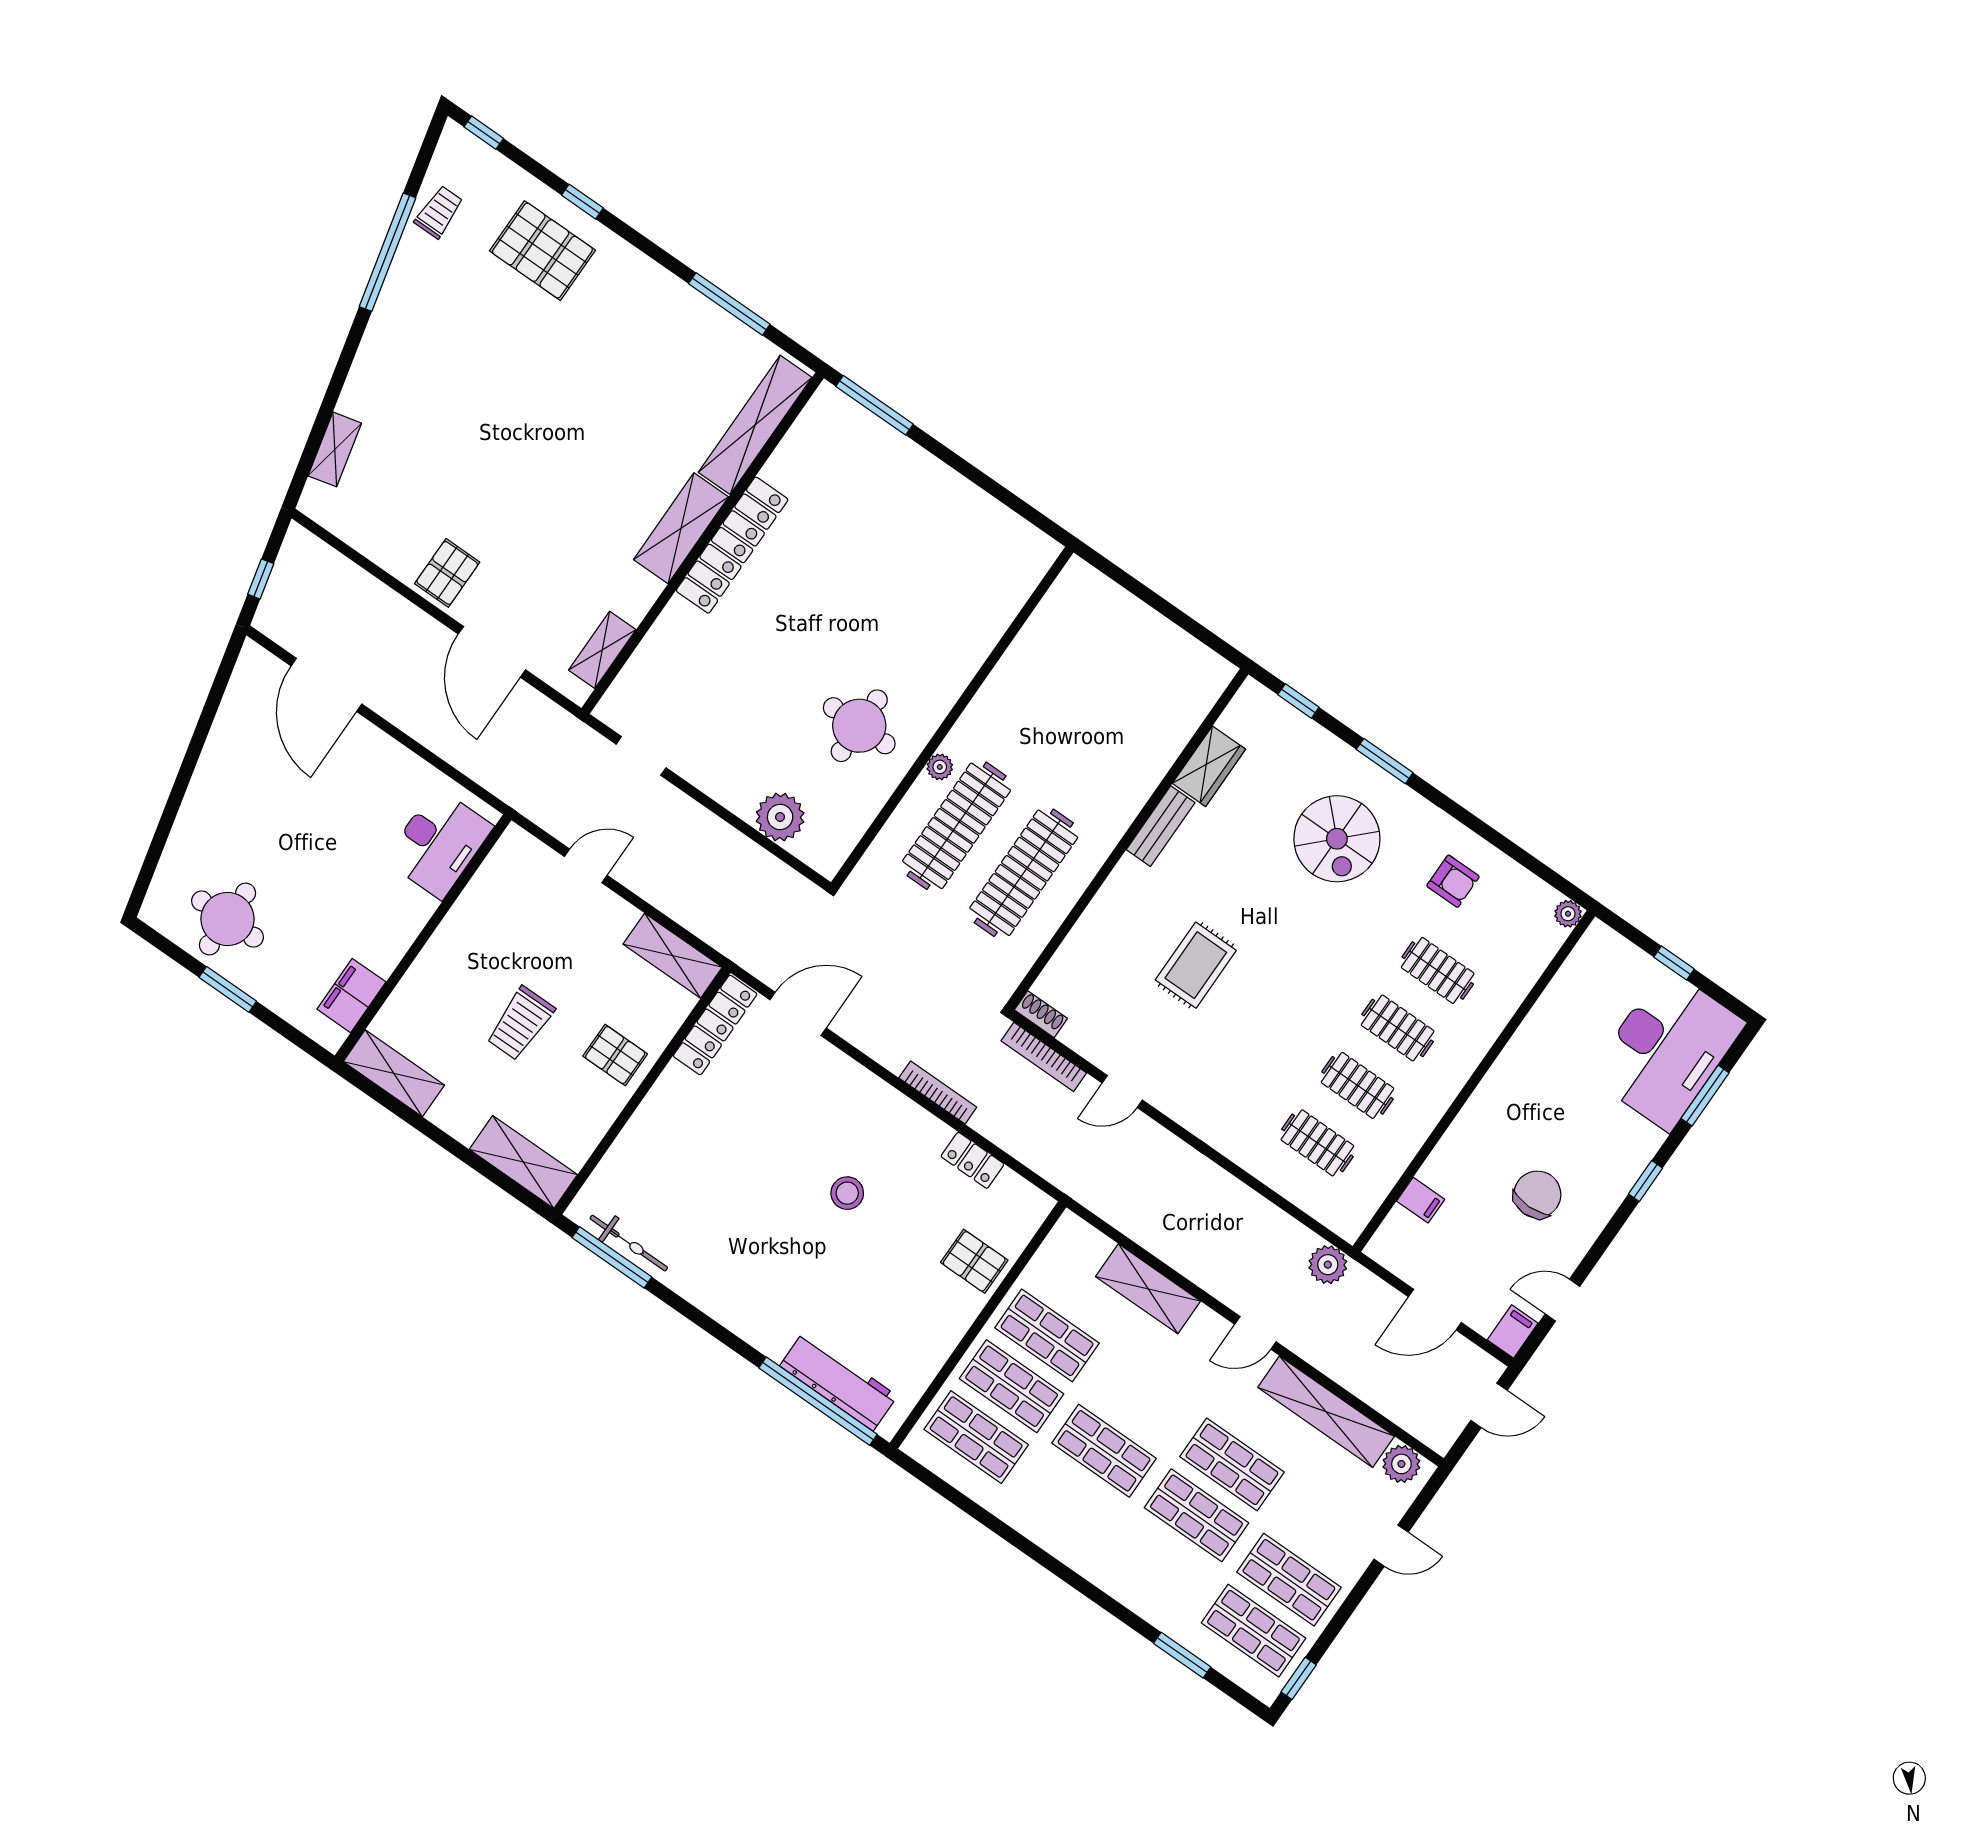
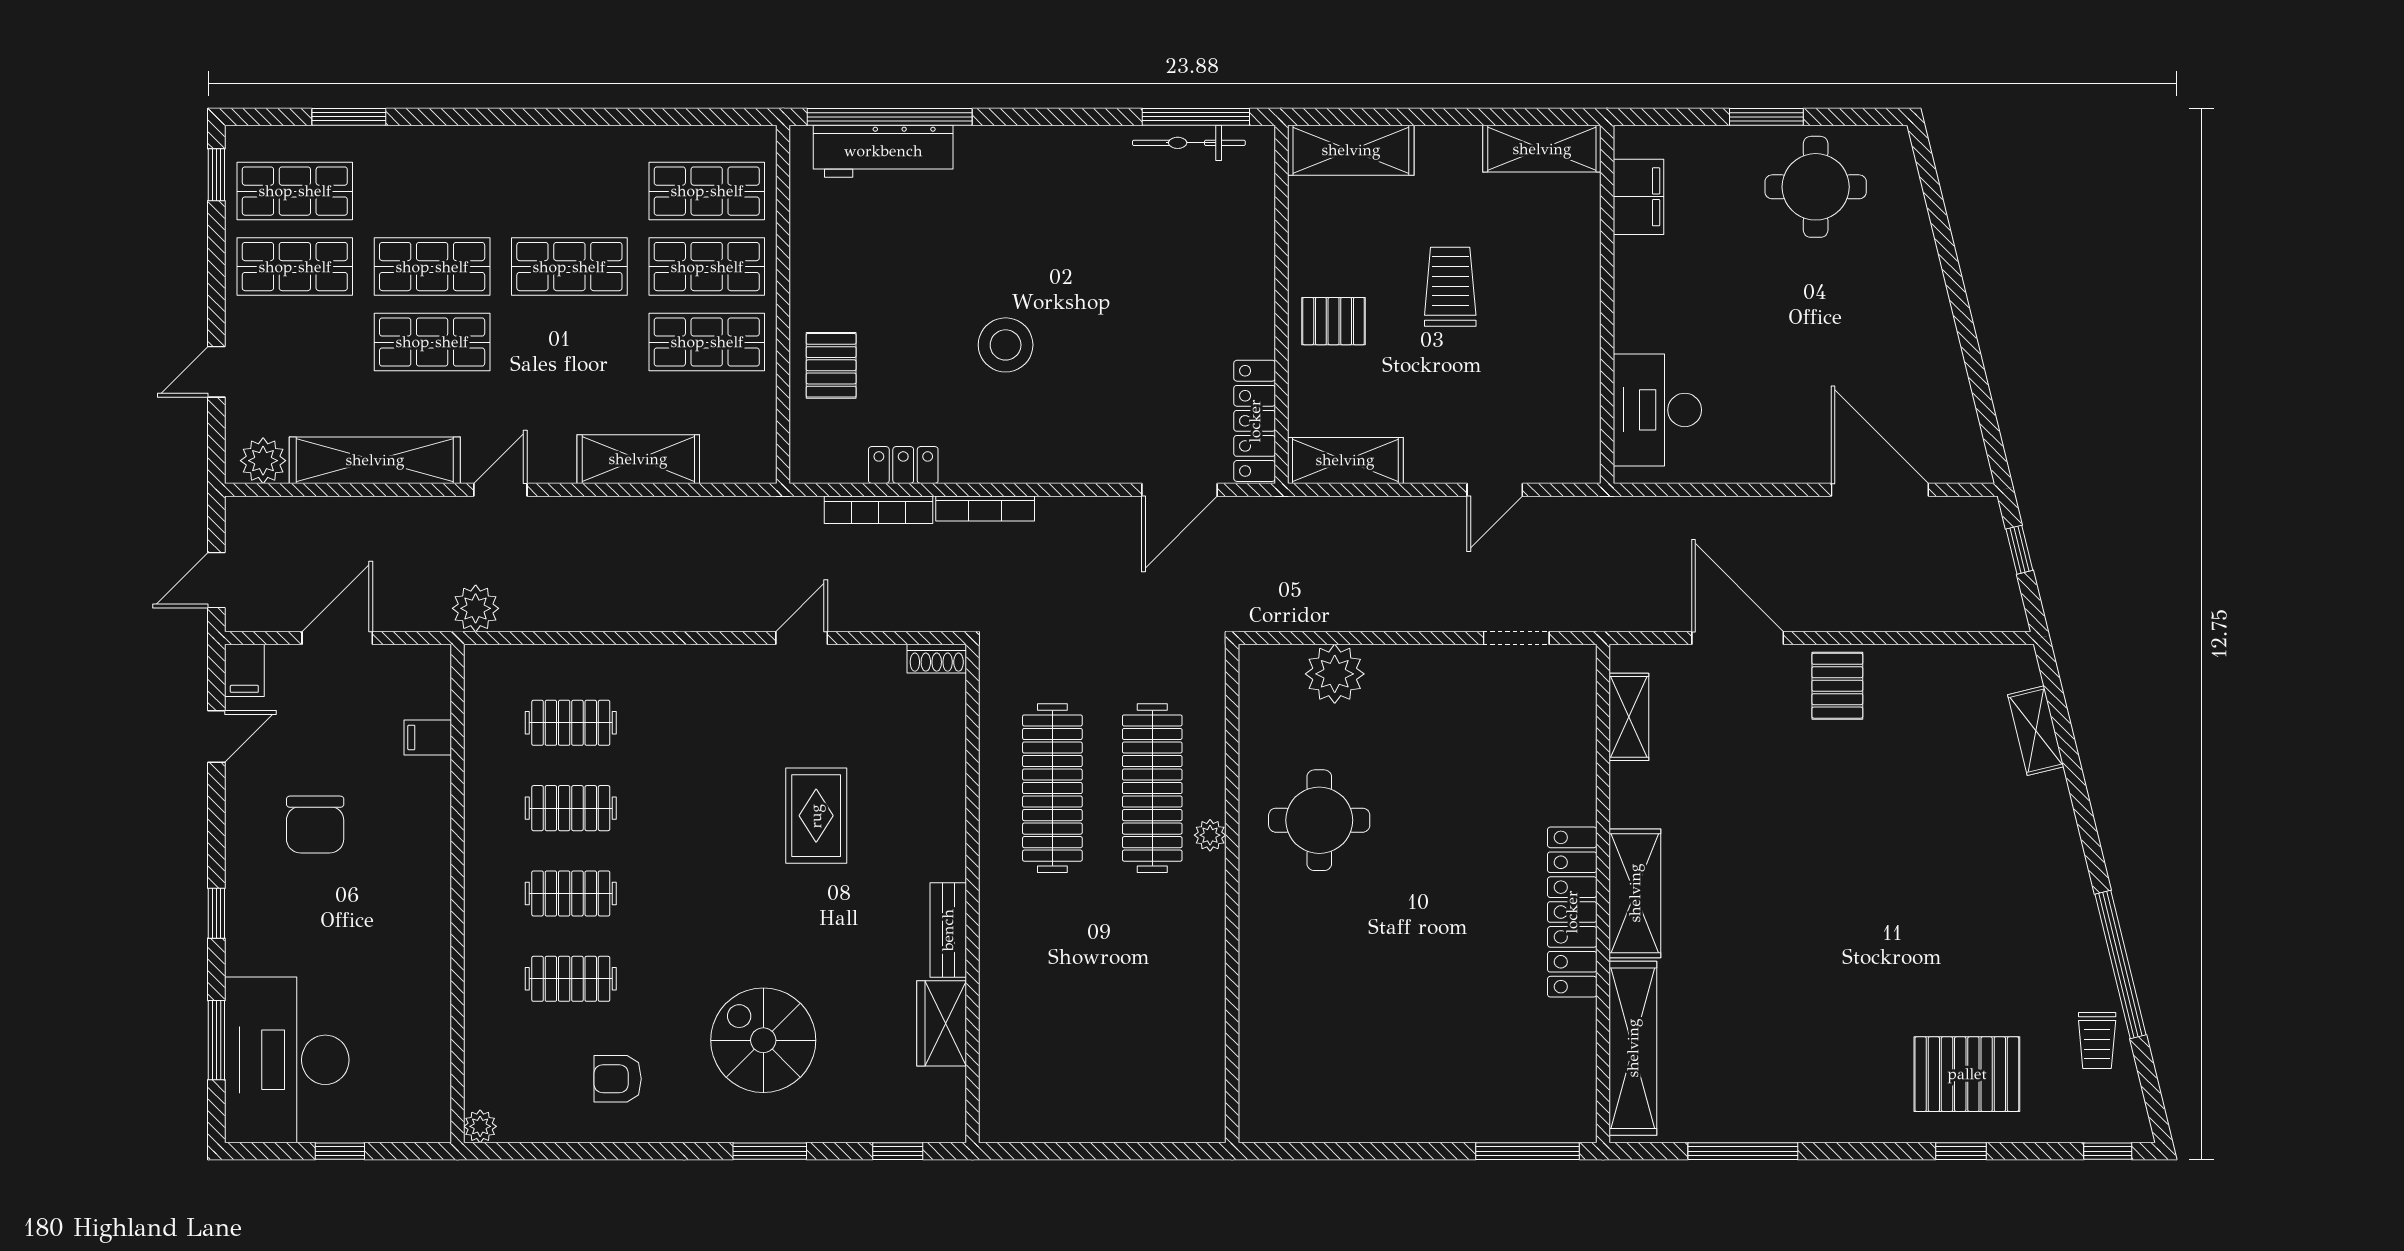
bookcase: (1044, 1057) -> (878, 510), moved, turned 180
stool: (847, 1193) -> (1006, 345), width x1.38, depth x1.38
pallet: (974, 1261) -> (831, 365), turned 90

